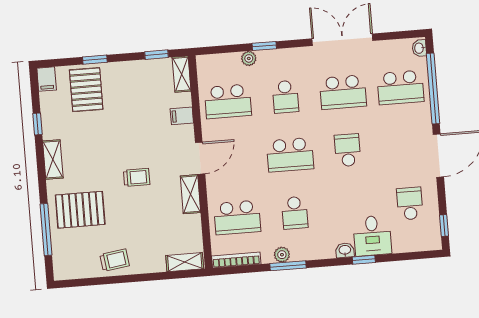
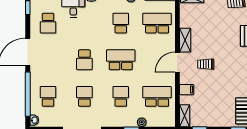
school desk: (401, 87) -> (48, 96), width x0.54
school desk: (343, 92) -> (84, 96), width x0.54
trolley: (137, 177) -> (206, 64), moved

